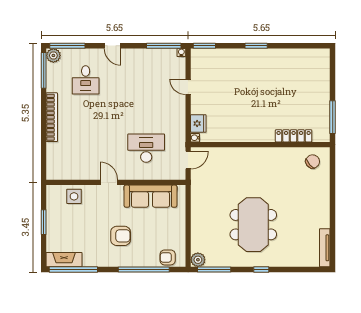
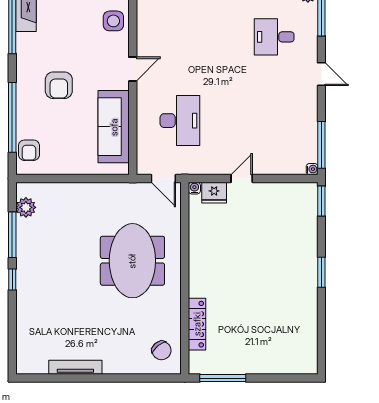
door: (112, 46) -> (321, 74), swing flipped
door: (188, 87) -> (242, 178), moved
meeting table: (253, 225) -> (132, 261), moved, turned 90
tv unit: (325, 248) -> (75, 367), moved
armchair: (168, 257) -> (29, 150), turned 180
plant: (198, 260) -> (26, 207), moved
window: (214, 270) -> (12, 235), moved

